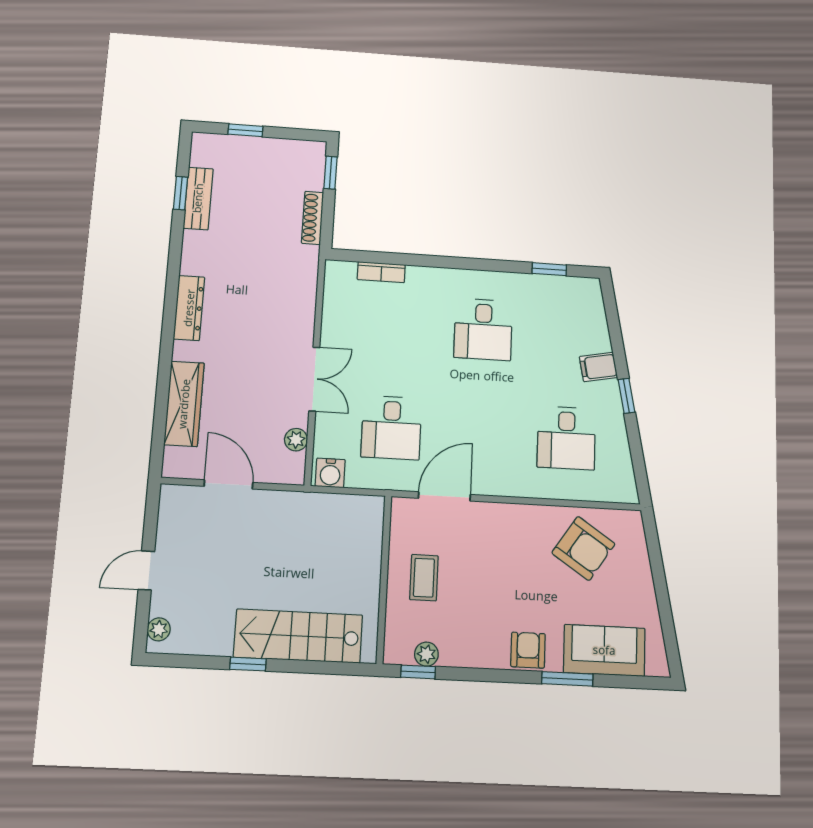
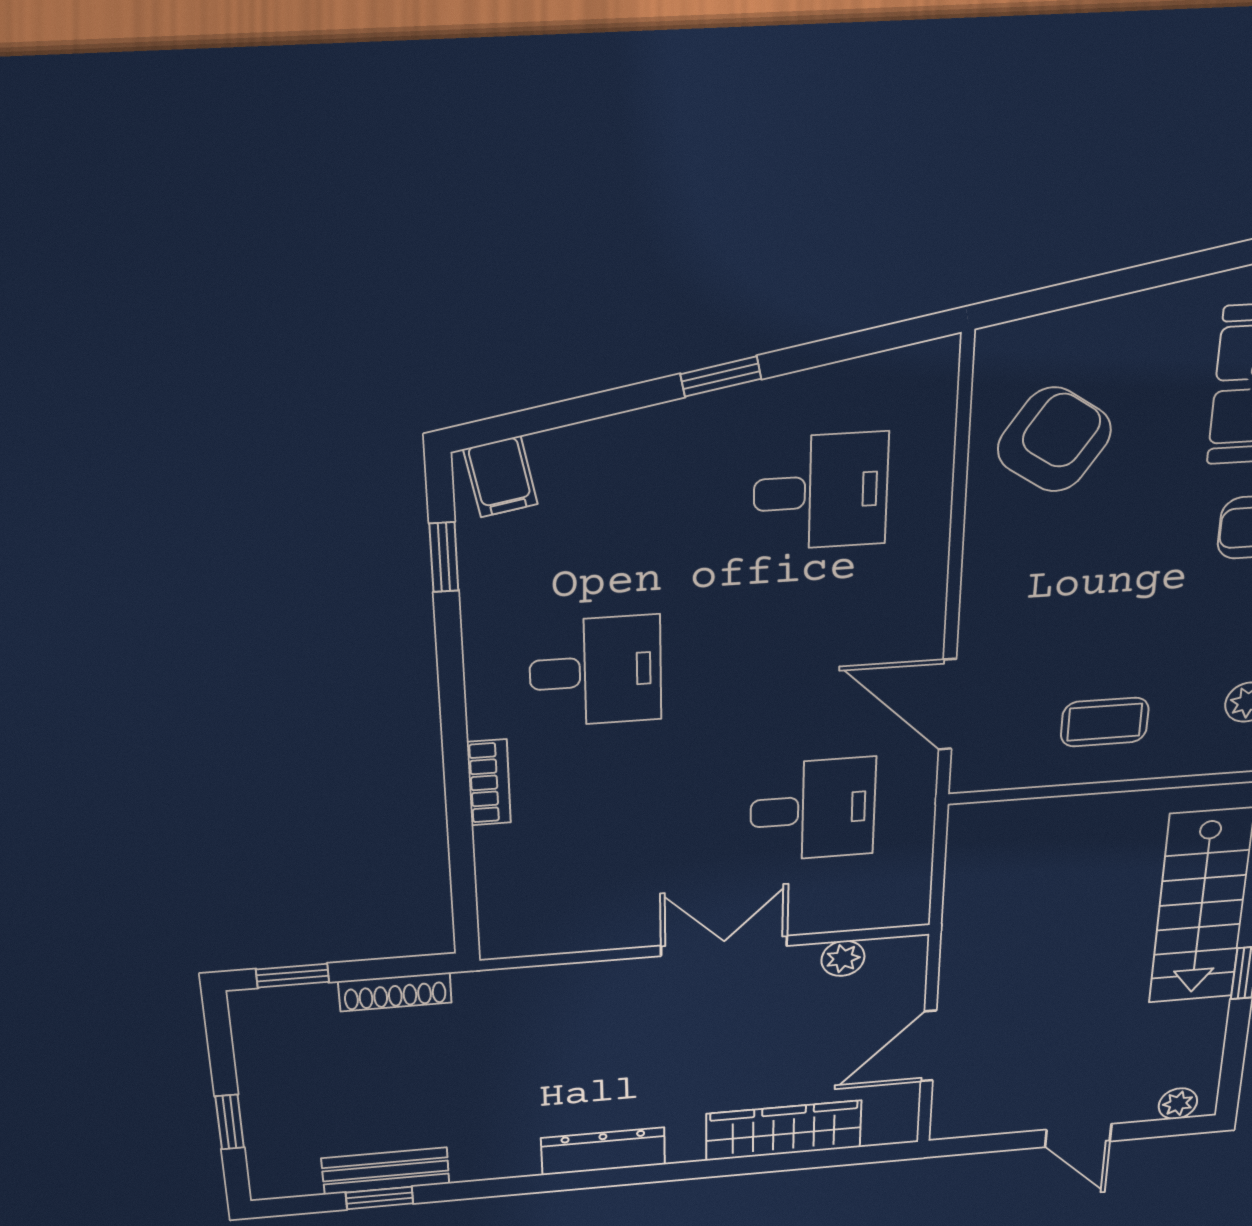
bookcase: (381, 272) -> (489, 783), moved
filing cabinet: (598, 367) -> (501, 477), moved
water cooler: (330, 473) -> (905, 897), removed

